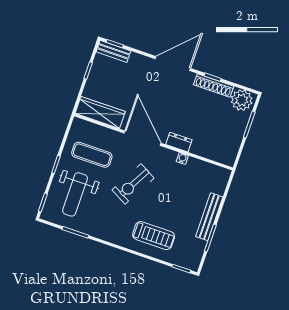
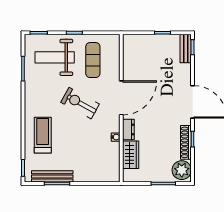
wardrobe: (100, 112) -> (131, 155), moved, width x0.67
bench: (209, 217) -> (52, 176), moved
treadmill: (154, 236) -> (43, 135), turned 180

